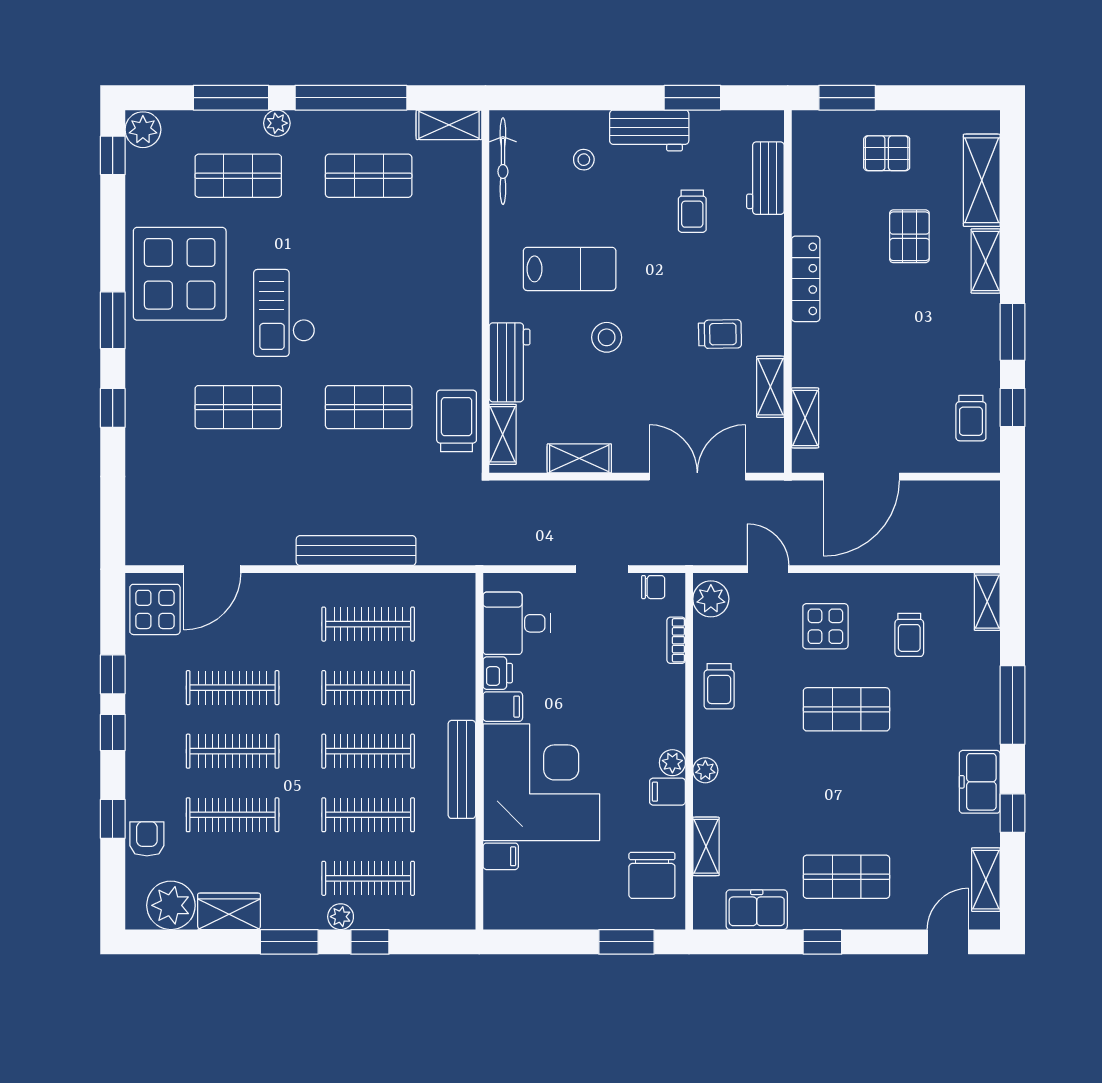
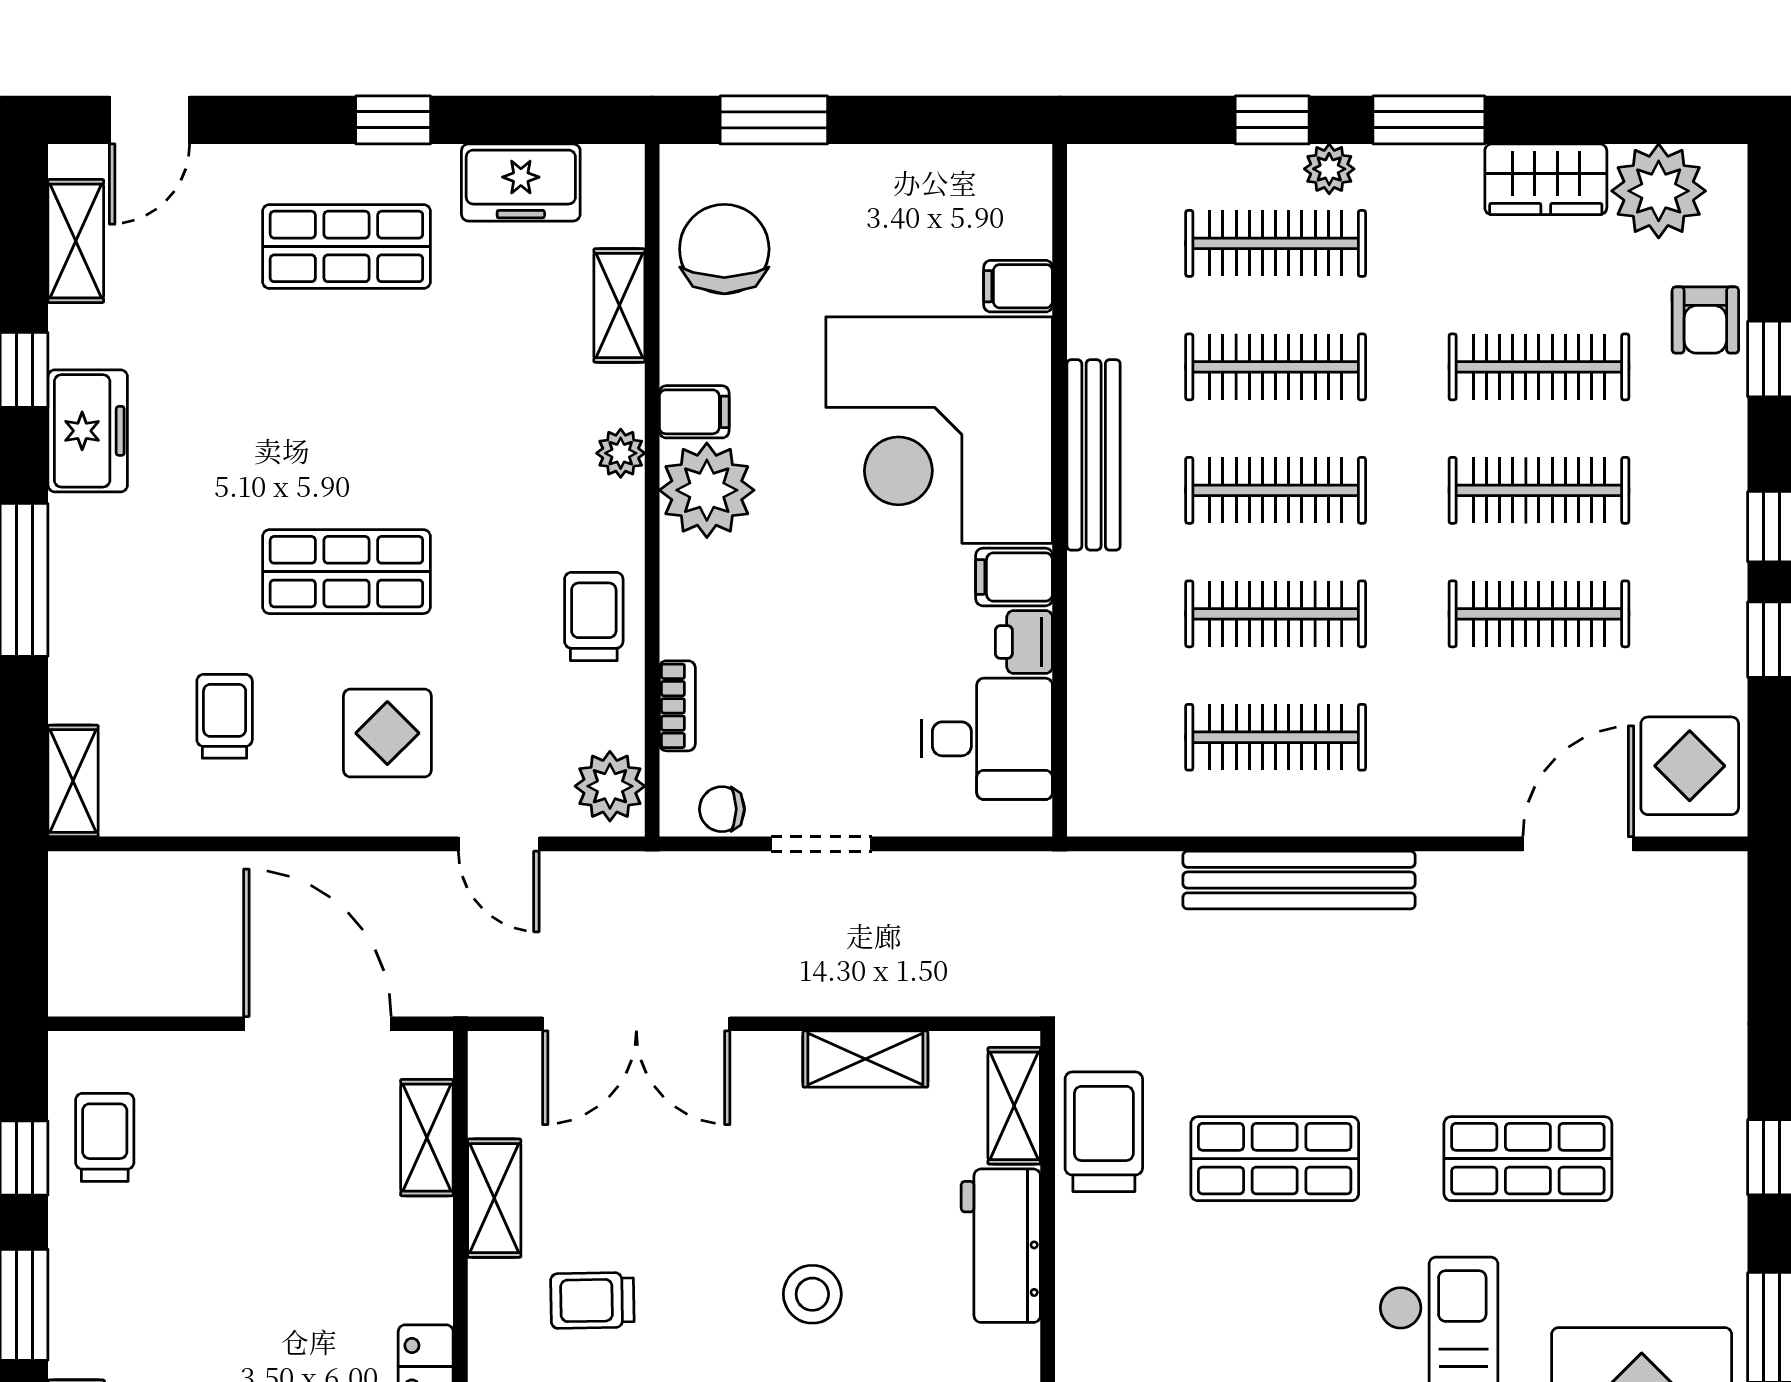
trolley: (457, 421) -> (1104, 1132), turned 180
door: (861, 477) -> (317, 1024), hinge flipped
plant: (672, 763) -> (707, 490), width x1.88, depth x1.88

